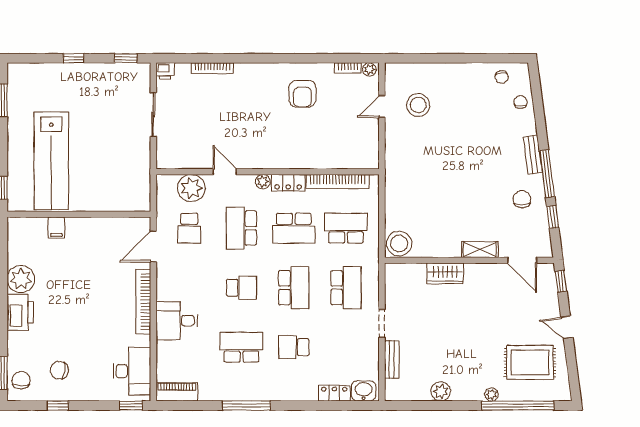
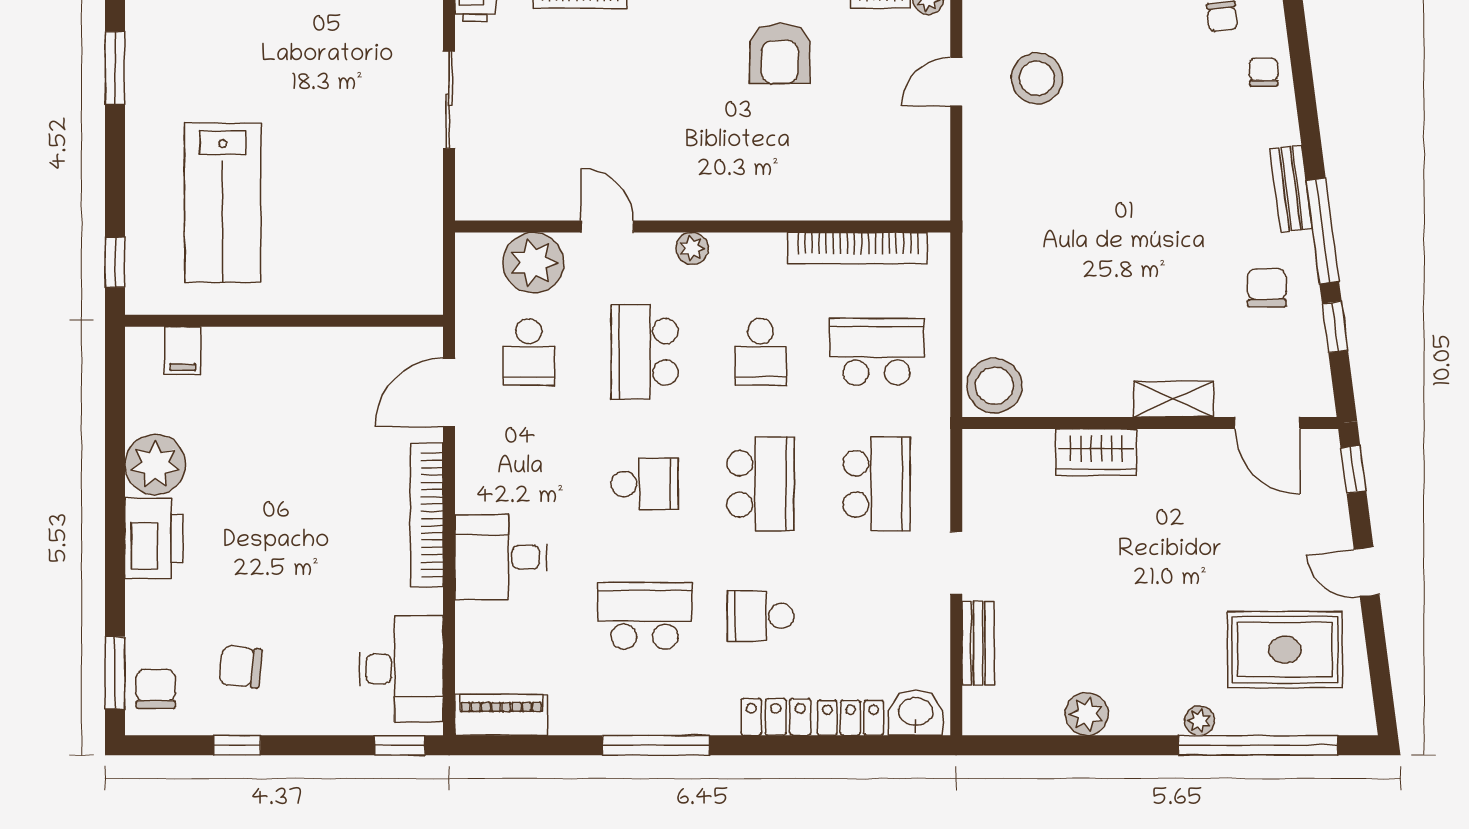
lab bench: (51, 161) -> (223, 203), width x0.73
locker: (288, 183) -> (776, 717), moved, turned 180
filing cabinet: (56, 228) -> (183, 350), moved
school desk: (294, 228) -> (761, 352), width x0.54

